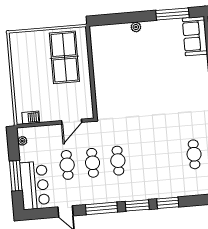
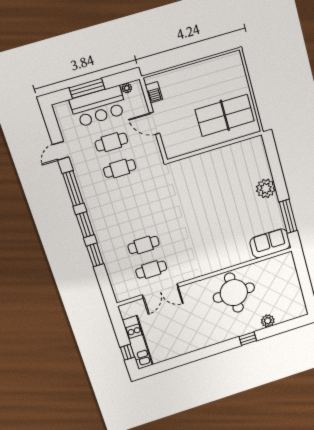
plant: (136, 27) -> (266, 188), width x1.88, depth x1.88
door: (72, 122) -> (155, 123), moved
cafe table: (118, 161) -> (144, 245), moved
bar counter: (35, 185) -> (98, 106), moved

